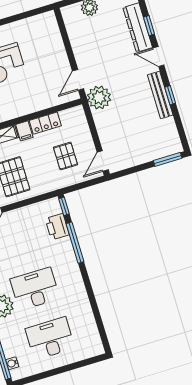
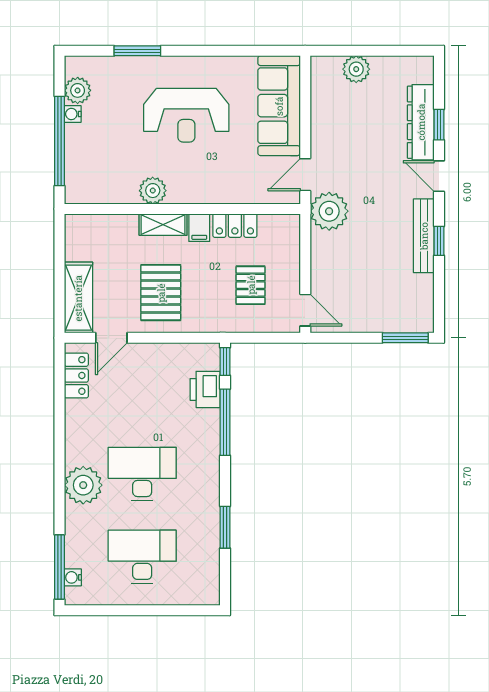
sofa: (50, 43) -> (279, 106), added
door: (103, 161) -> (305, 310), swing flipped
window: (94, 306) -> (225, 527), added

